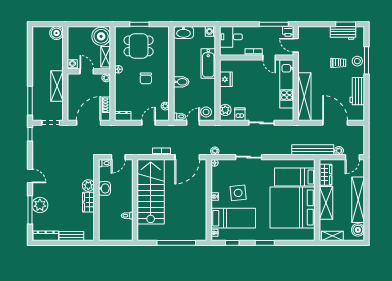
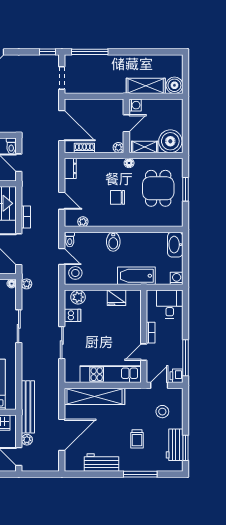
stool: (357, 61) -> (162, 412), moved
shelving: (57, 86) -> (146, 86), moved

